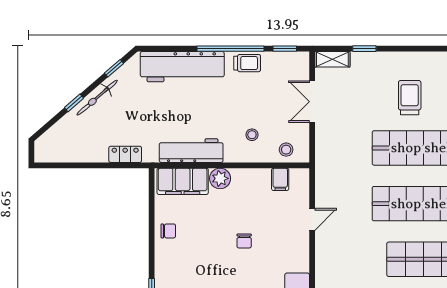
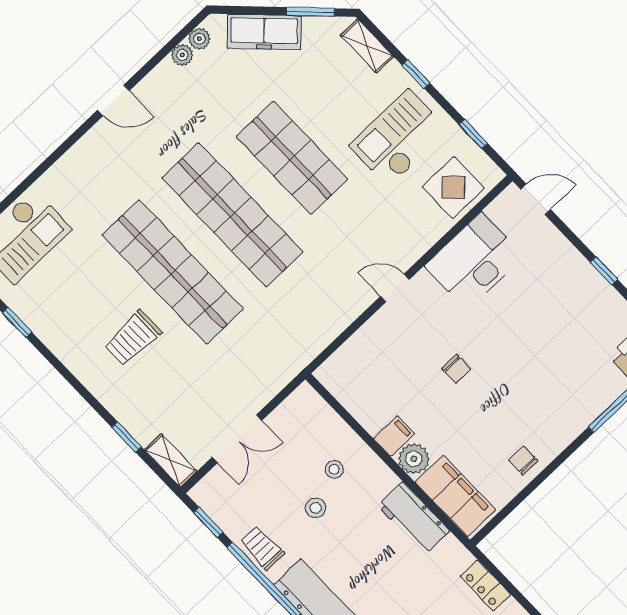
stool: (286, 150) -> (316, 508), moved
workbench: (191, 151) -> (414, 518), width x0.73
filing cabinet: (280, 179) -> (394, 436), moved
door: (312, 219) -> (395, 288), moved
chair: (244, 241) -> (456, 369), turned 90

